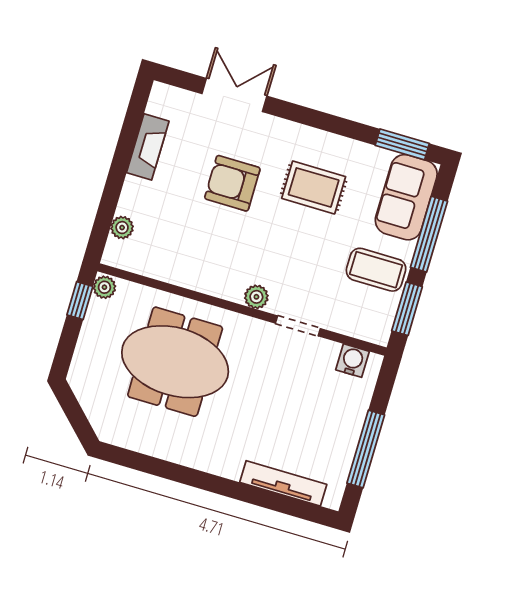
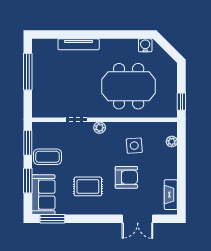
fireplace: (148, 147) -> (171, 195), moved
window: (429, 234) -> (28, 181), width x0.69
side table: (198, 241) -> (134, 146), added
plant: (104, 287) -> (172, 111), removed
water cooler: (352, 361) -> (145, 45), moved, turned 180
tv unit: (283, 483) -> (79, 44), moved

